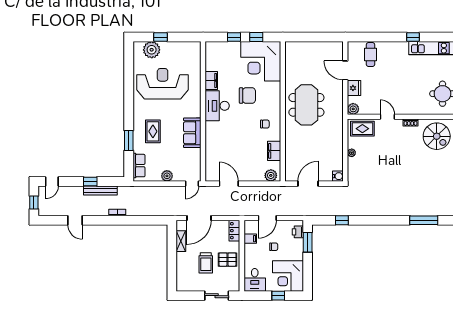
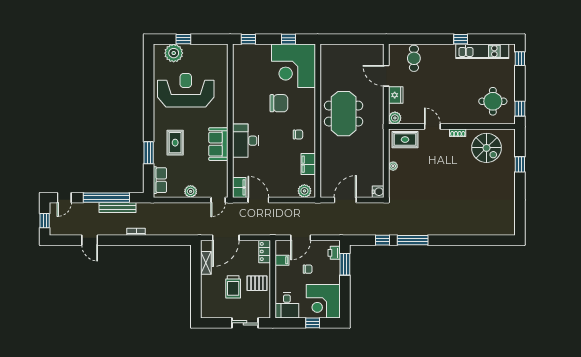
window: (234, 37) -> (248, 39), moved
filing cabinet: (211, 81) -> (239, 187), moved
desk: (217, 106) -> (246, 141), moved
window: (90, 181) -> (106, 198), width x3.17
window: (424, 220) -> (413, 240), moved

